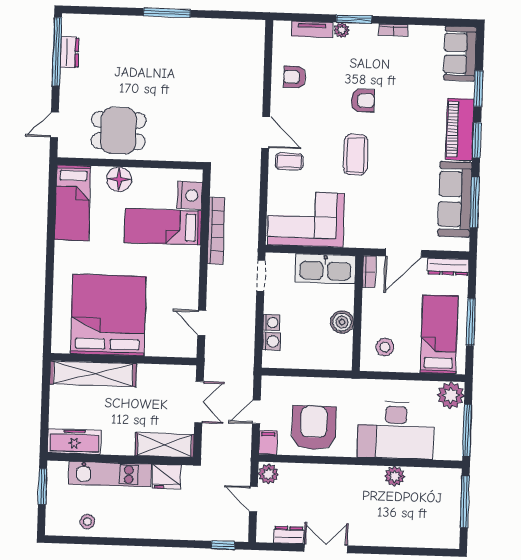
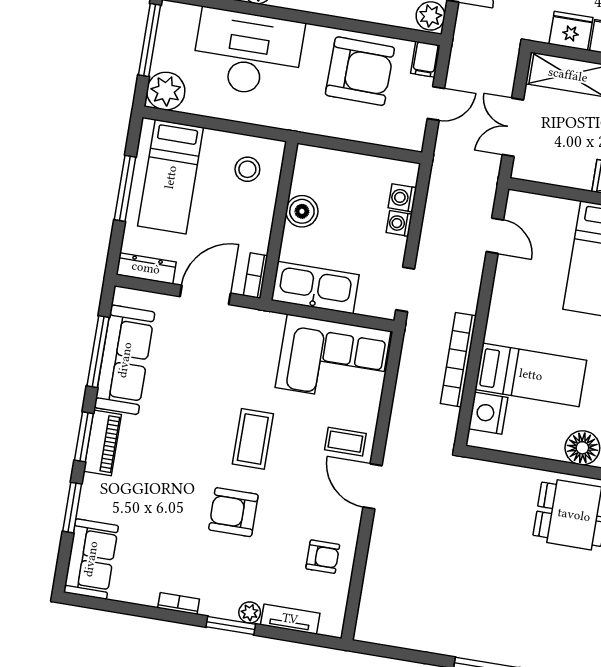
armchair: (363, 100) -> (233, 512), width x1.38, depth x1.38
piano: (460, 129) -> (102, 443), width x0.73, depth x0.75
armchair: (314, 428) -> (360, 71), turned -89

